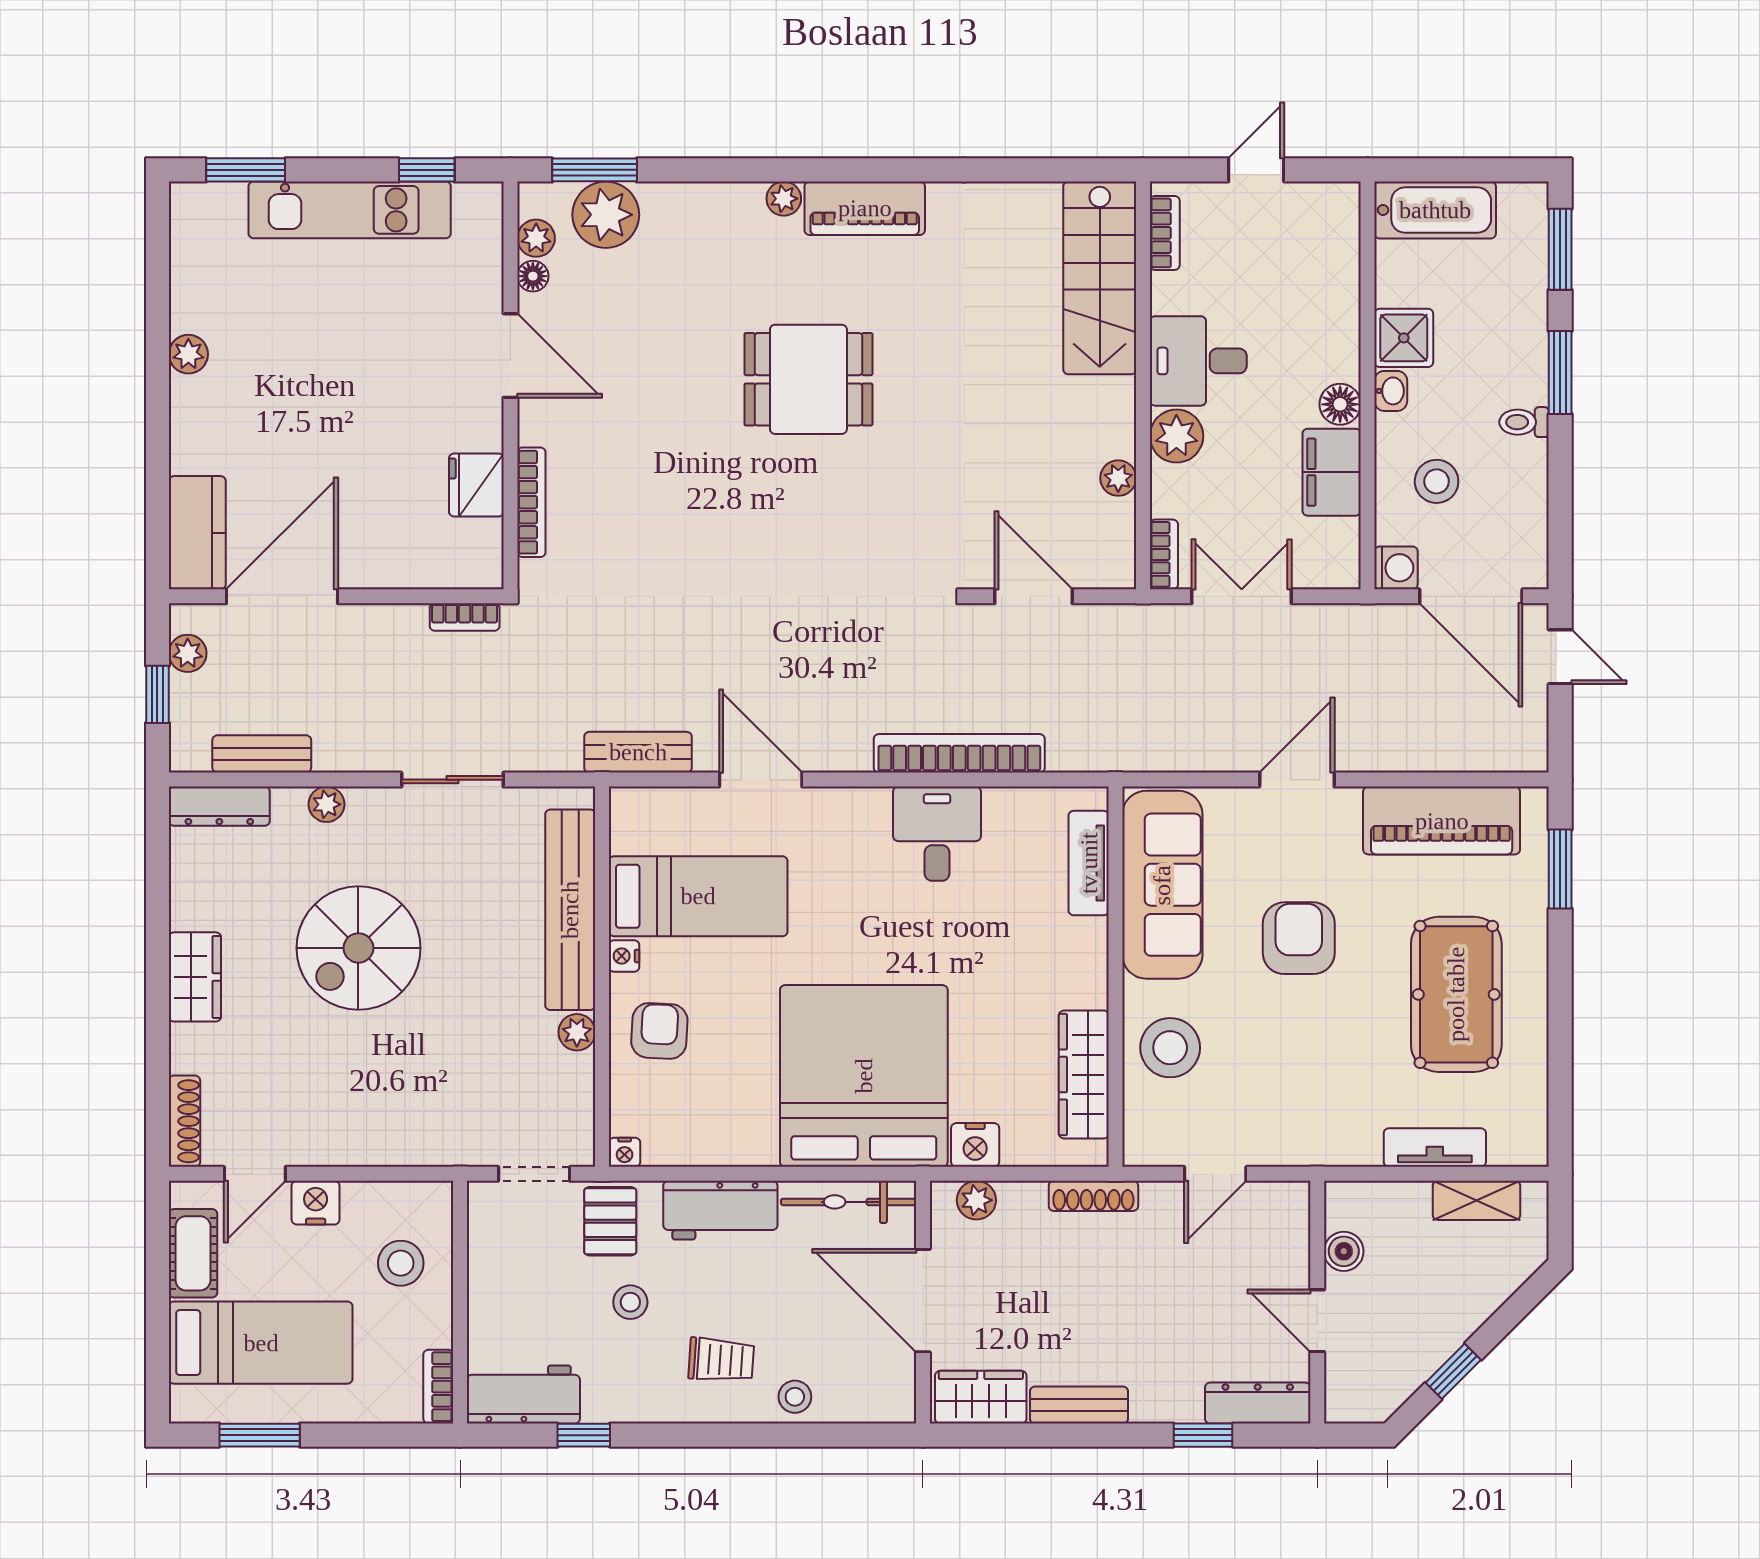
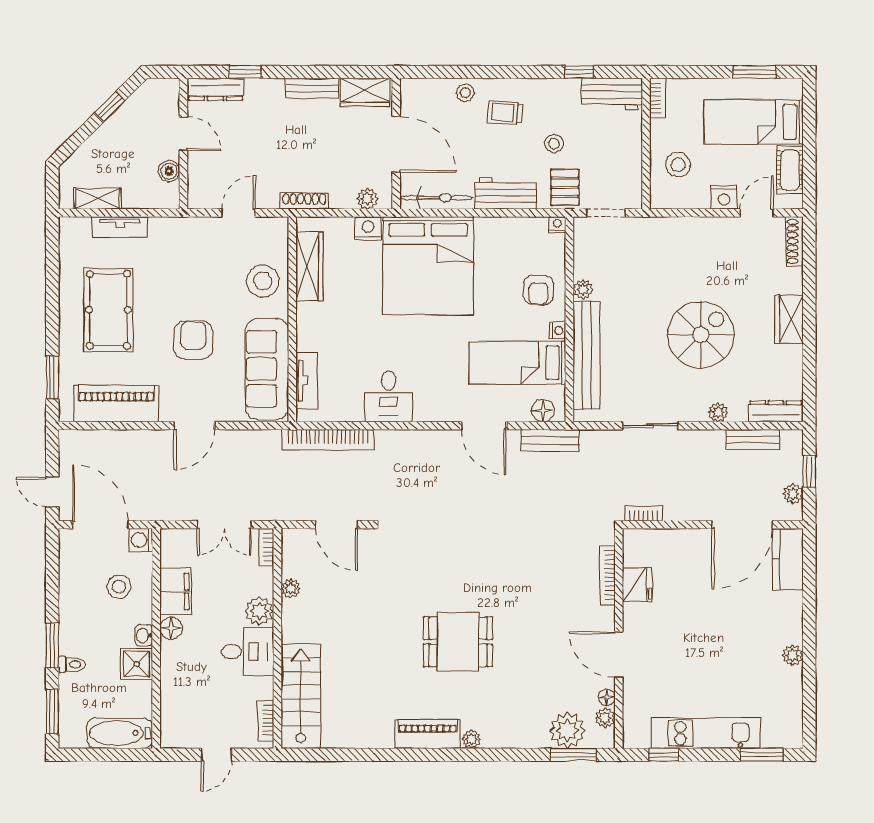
toilet: (1524, 422) -> (72, 664), moved
bookcase: (959, 753) -> (328, 440), moved
floor lamp: (651, 808) -> (543, 411), added
armchair: (1299, 938) -> (193, 340), turned 180

